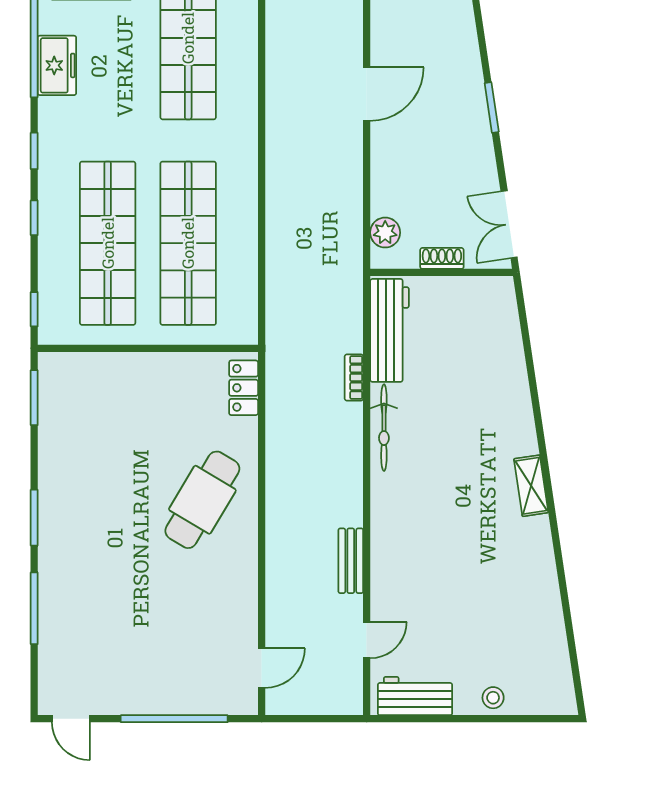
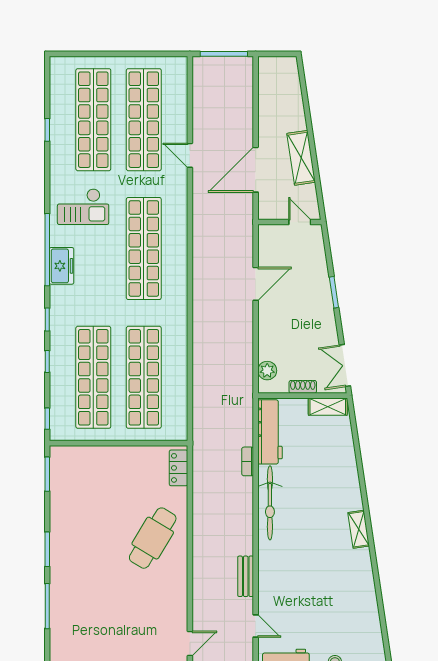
shelving: (482, 290) -> (328, 407), added
bicycle: (384, 428) -> (270, 503), width x1.37, depth x1.40
door: (367, 640) -> (256, 626), hinge flipped

